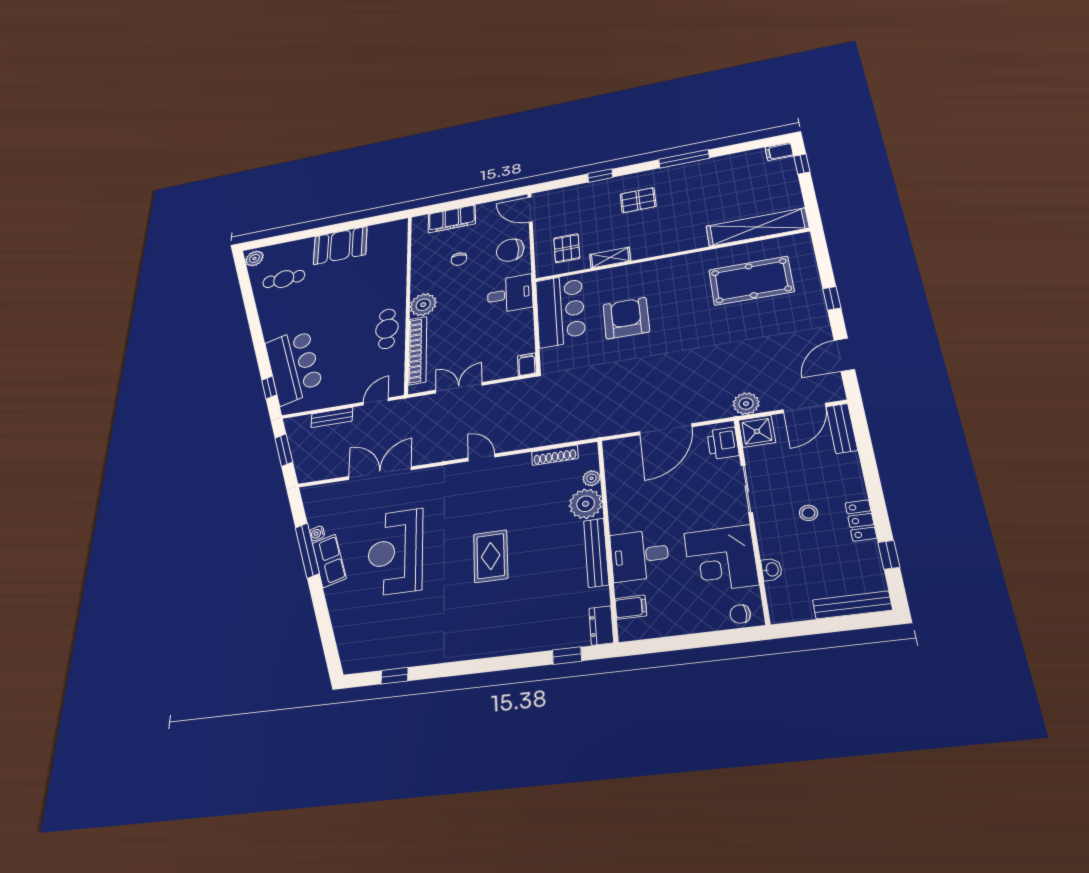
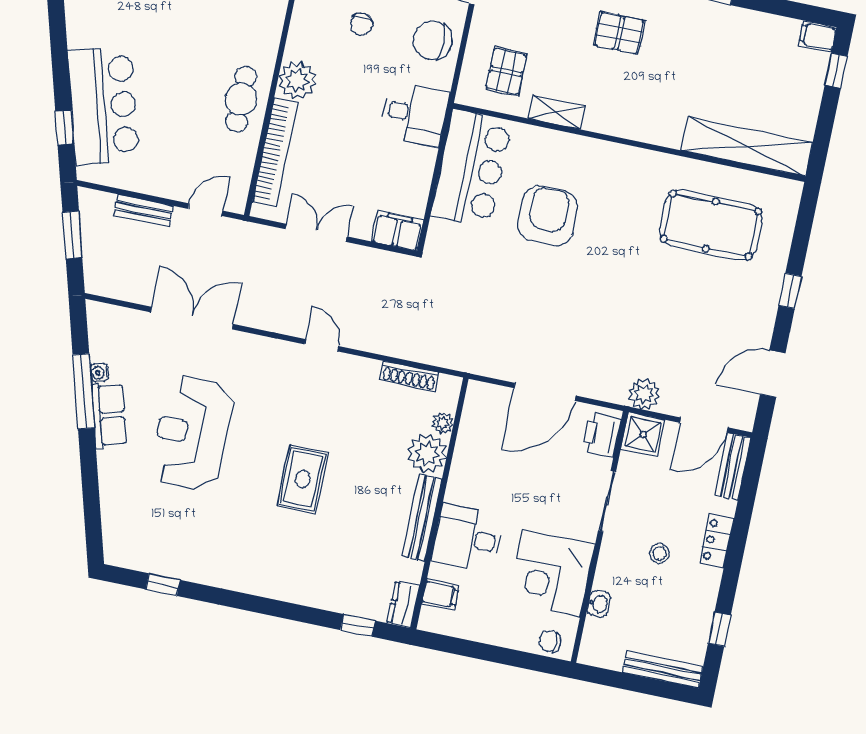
filing cabinet: (527, 364) -> (397, 231), width x2.00
locker: (861, 520) -> (717, 541), moved

